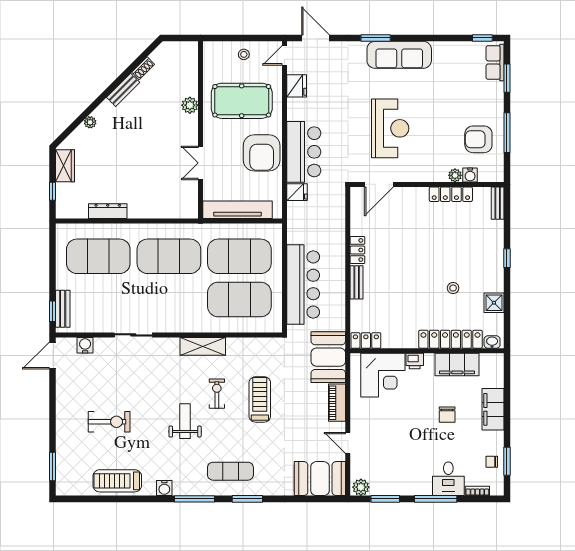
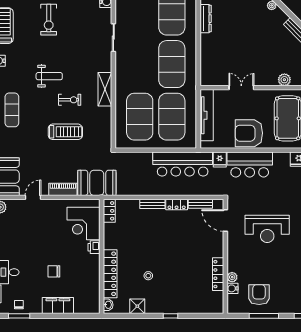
bench: (498, 203) -> (200, 204), moved
bar counter: (303, 284) -> (183, 164), moved
filing cabinet: (457, 364) -> (91, 279), removed

